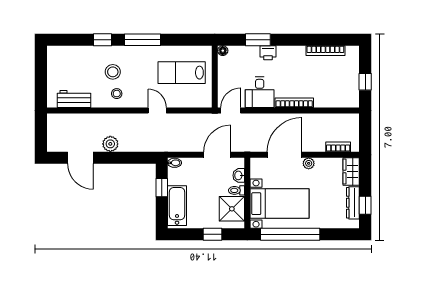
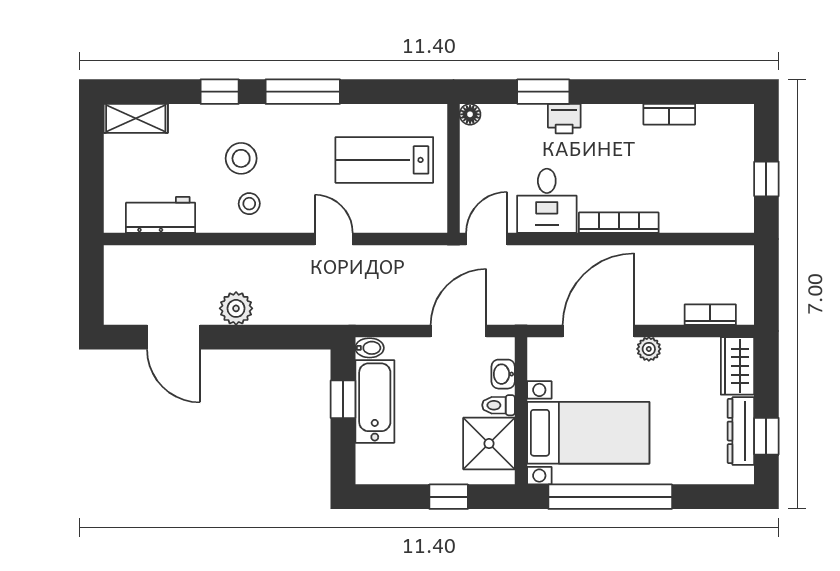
bookcase: (325, 51) -> (669, 114), width x0.64
shelving: (62, 53) -> (136, 118), added
bathtub: (177, 206) -> (375, 401), moved

